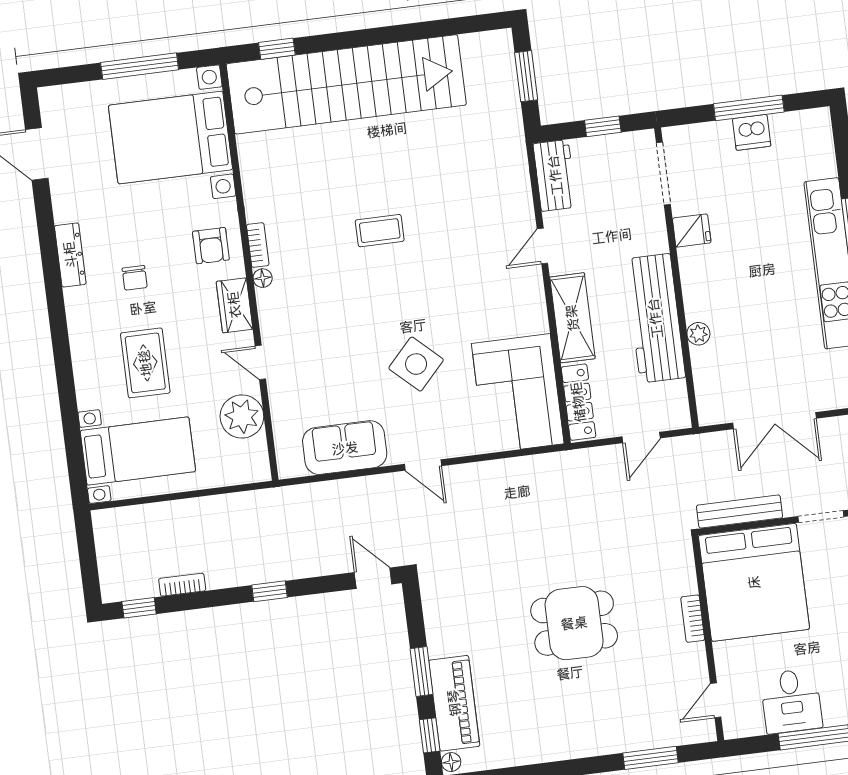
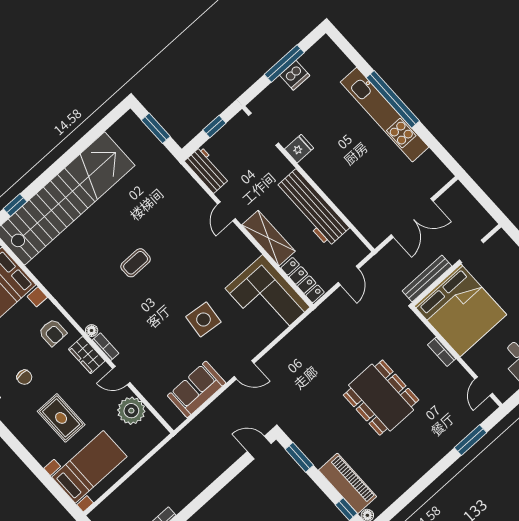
bookcase: (258, 245) -> (106, 347), moved
plant: (698, 334) -> (340, 200), removed
side table: (416, 364) -> (203, 319), turned -37
window: (270, 591) -> (210, 492), removed
dining table: (574, 623) -> (381, 398), width x1.37
window: (422, 671) -> (299, 457), moved

